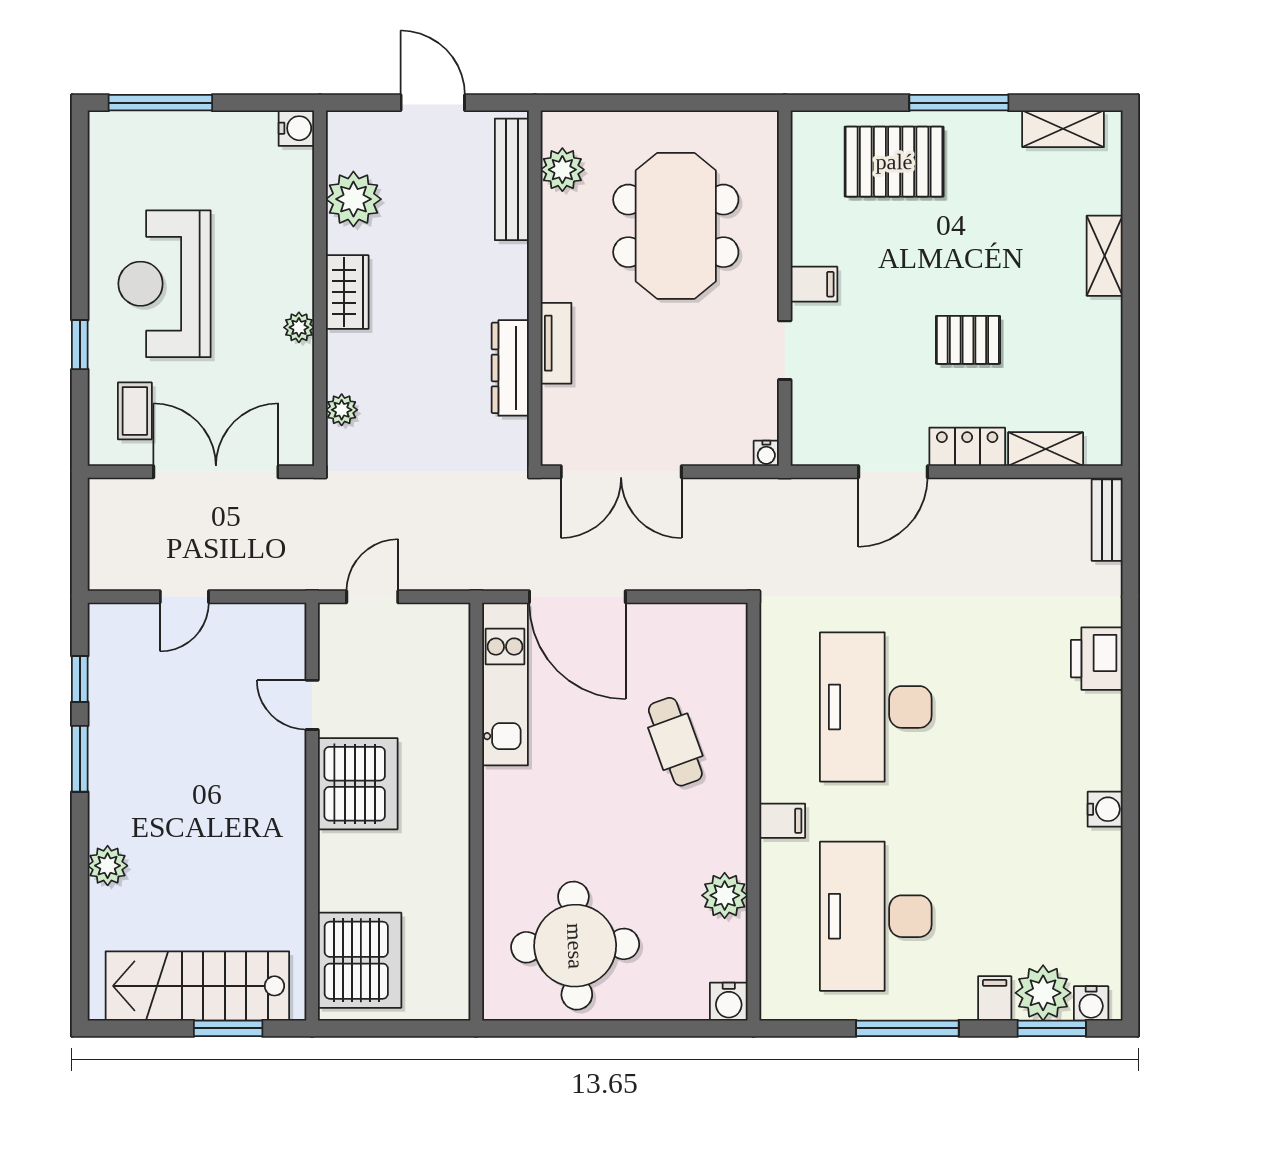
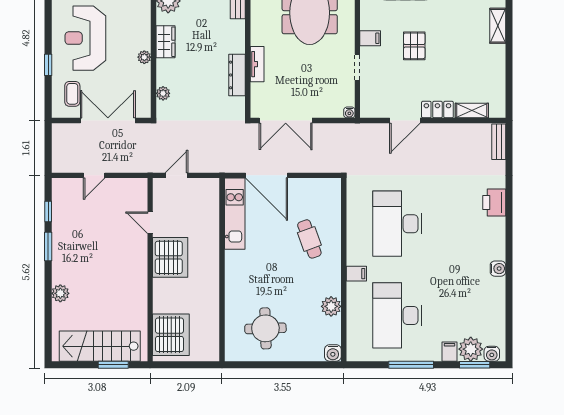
pallet: (968, 340) -> (414, 46), moved, turned 90
round table: (575, 946) -> (265, 328), width x0.73, depth x0.73

